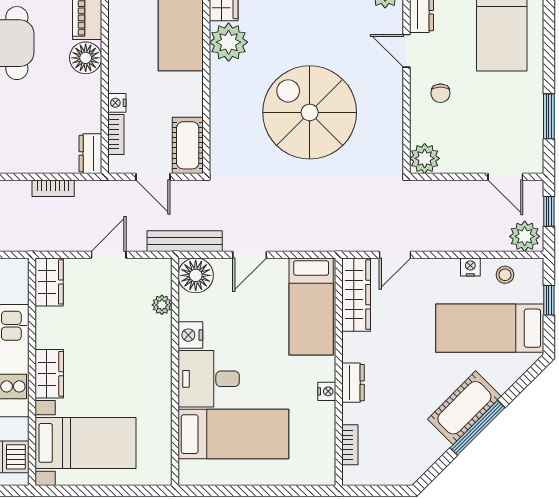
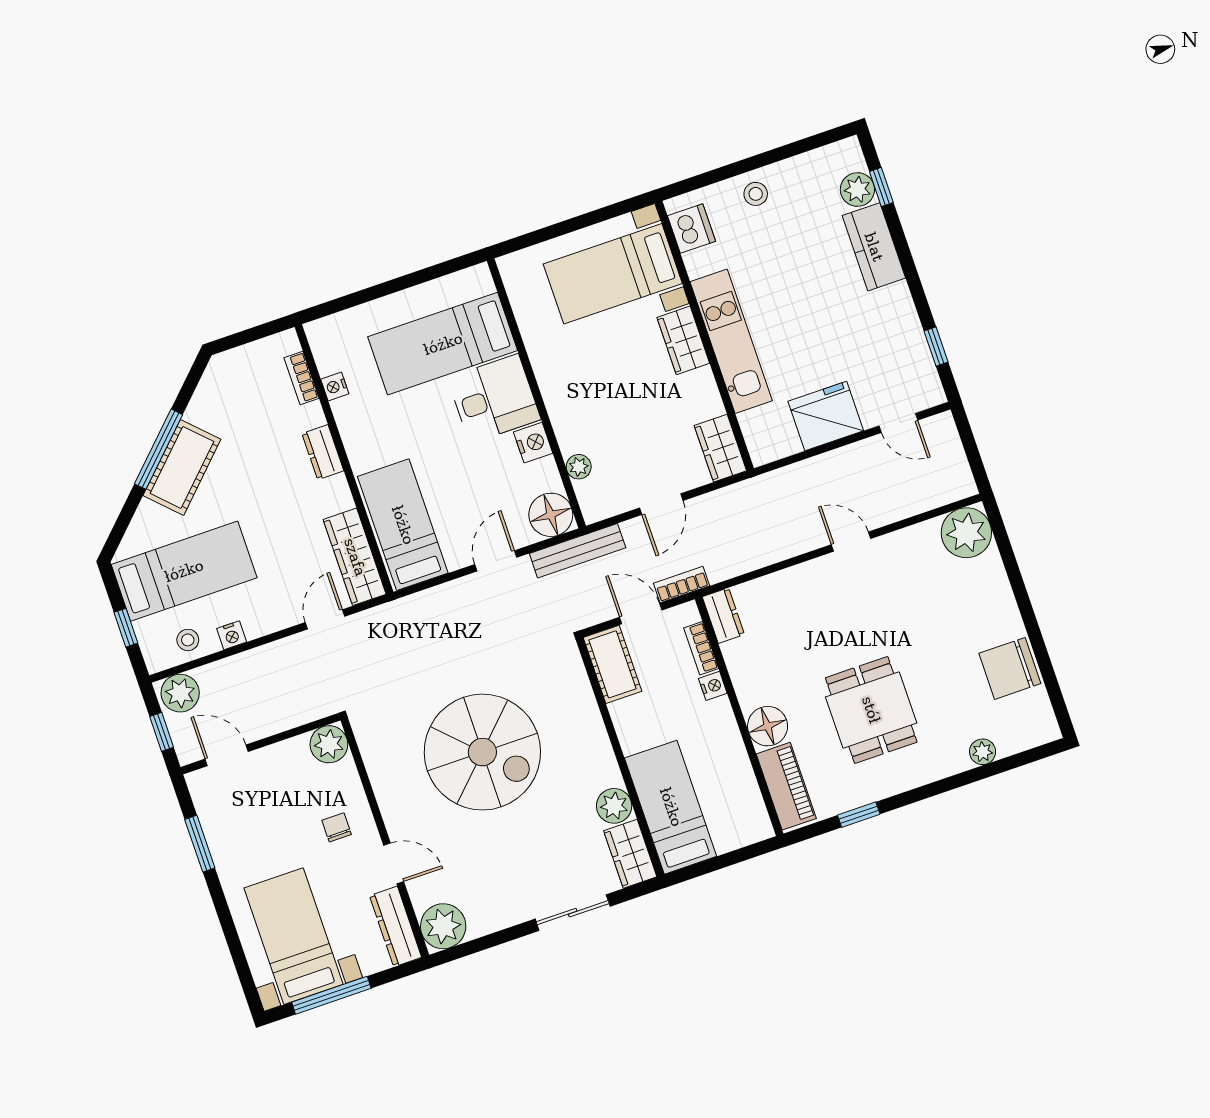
plant: (229, 42) -> (614, 806), width x0.73, depth x0.73
bookcase: (53, 188) -> (682, 584), moved
nightstand: (327, 391) -> (335, 387), moved

